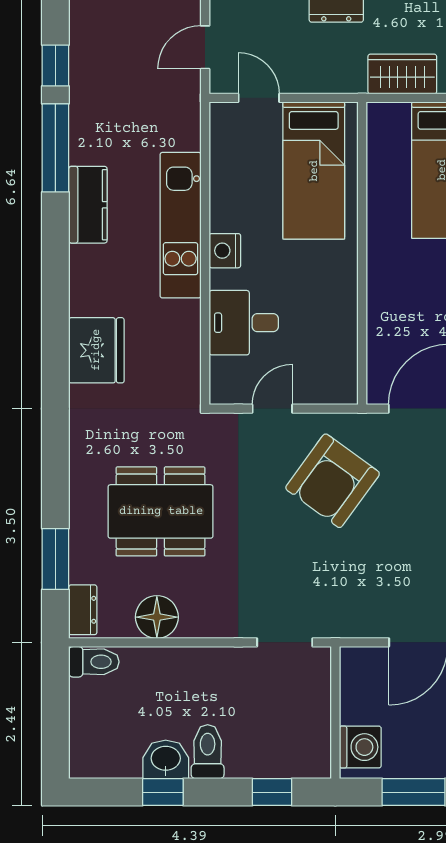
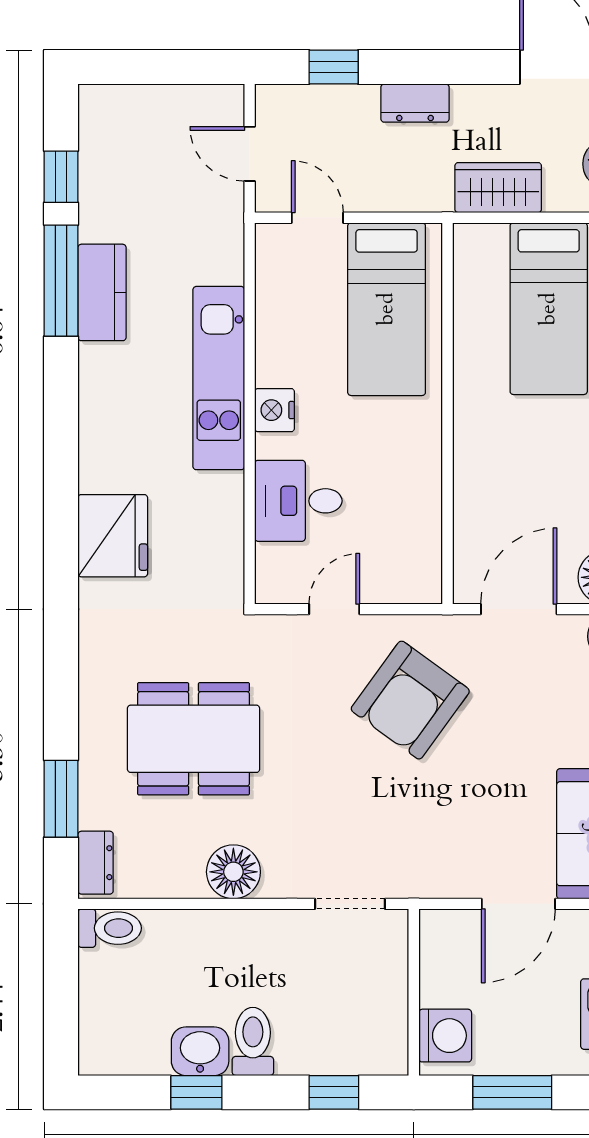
door: (205, 47) -> (250, 154), hinge flipped
kitchen counter: (88, 205) -> (102, 292), moved
floor lamp: (157, 617) -> (233, 872), moved

